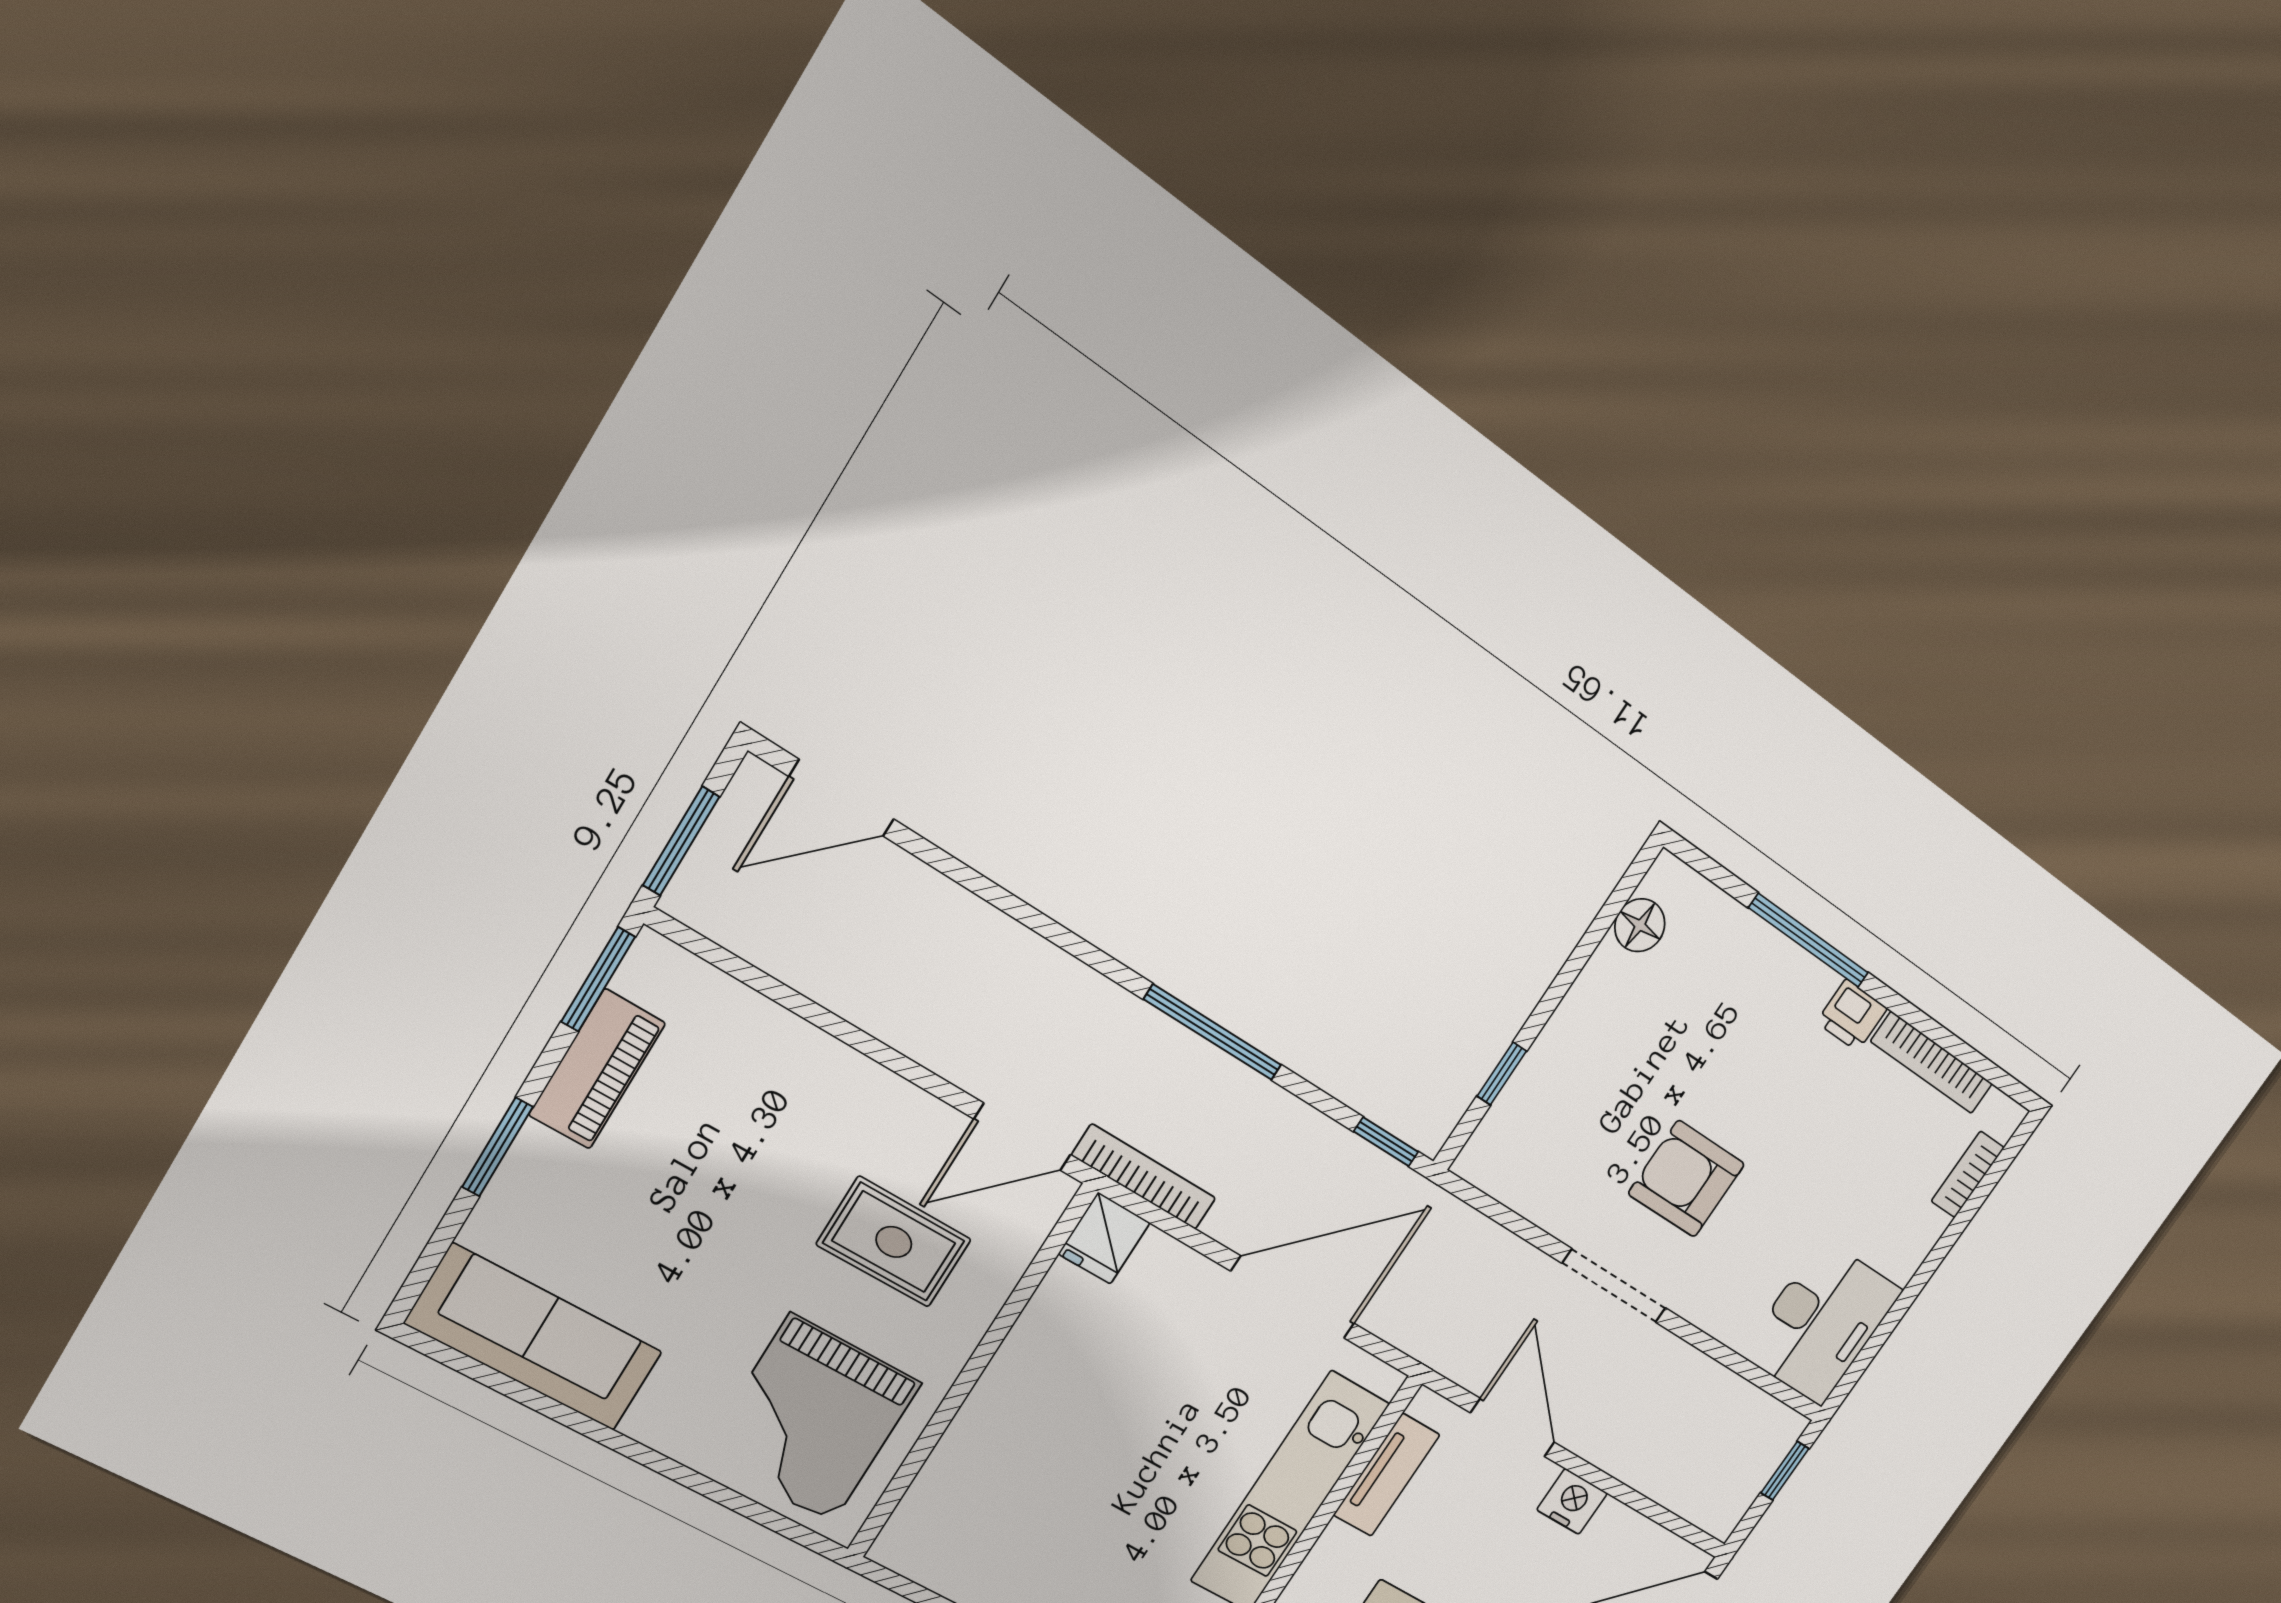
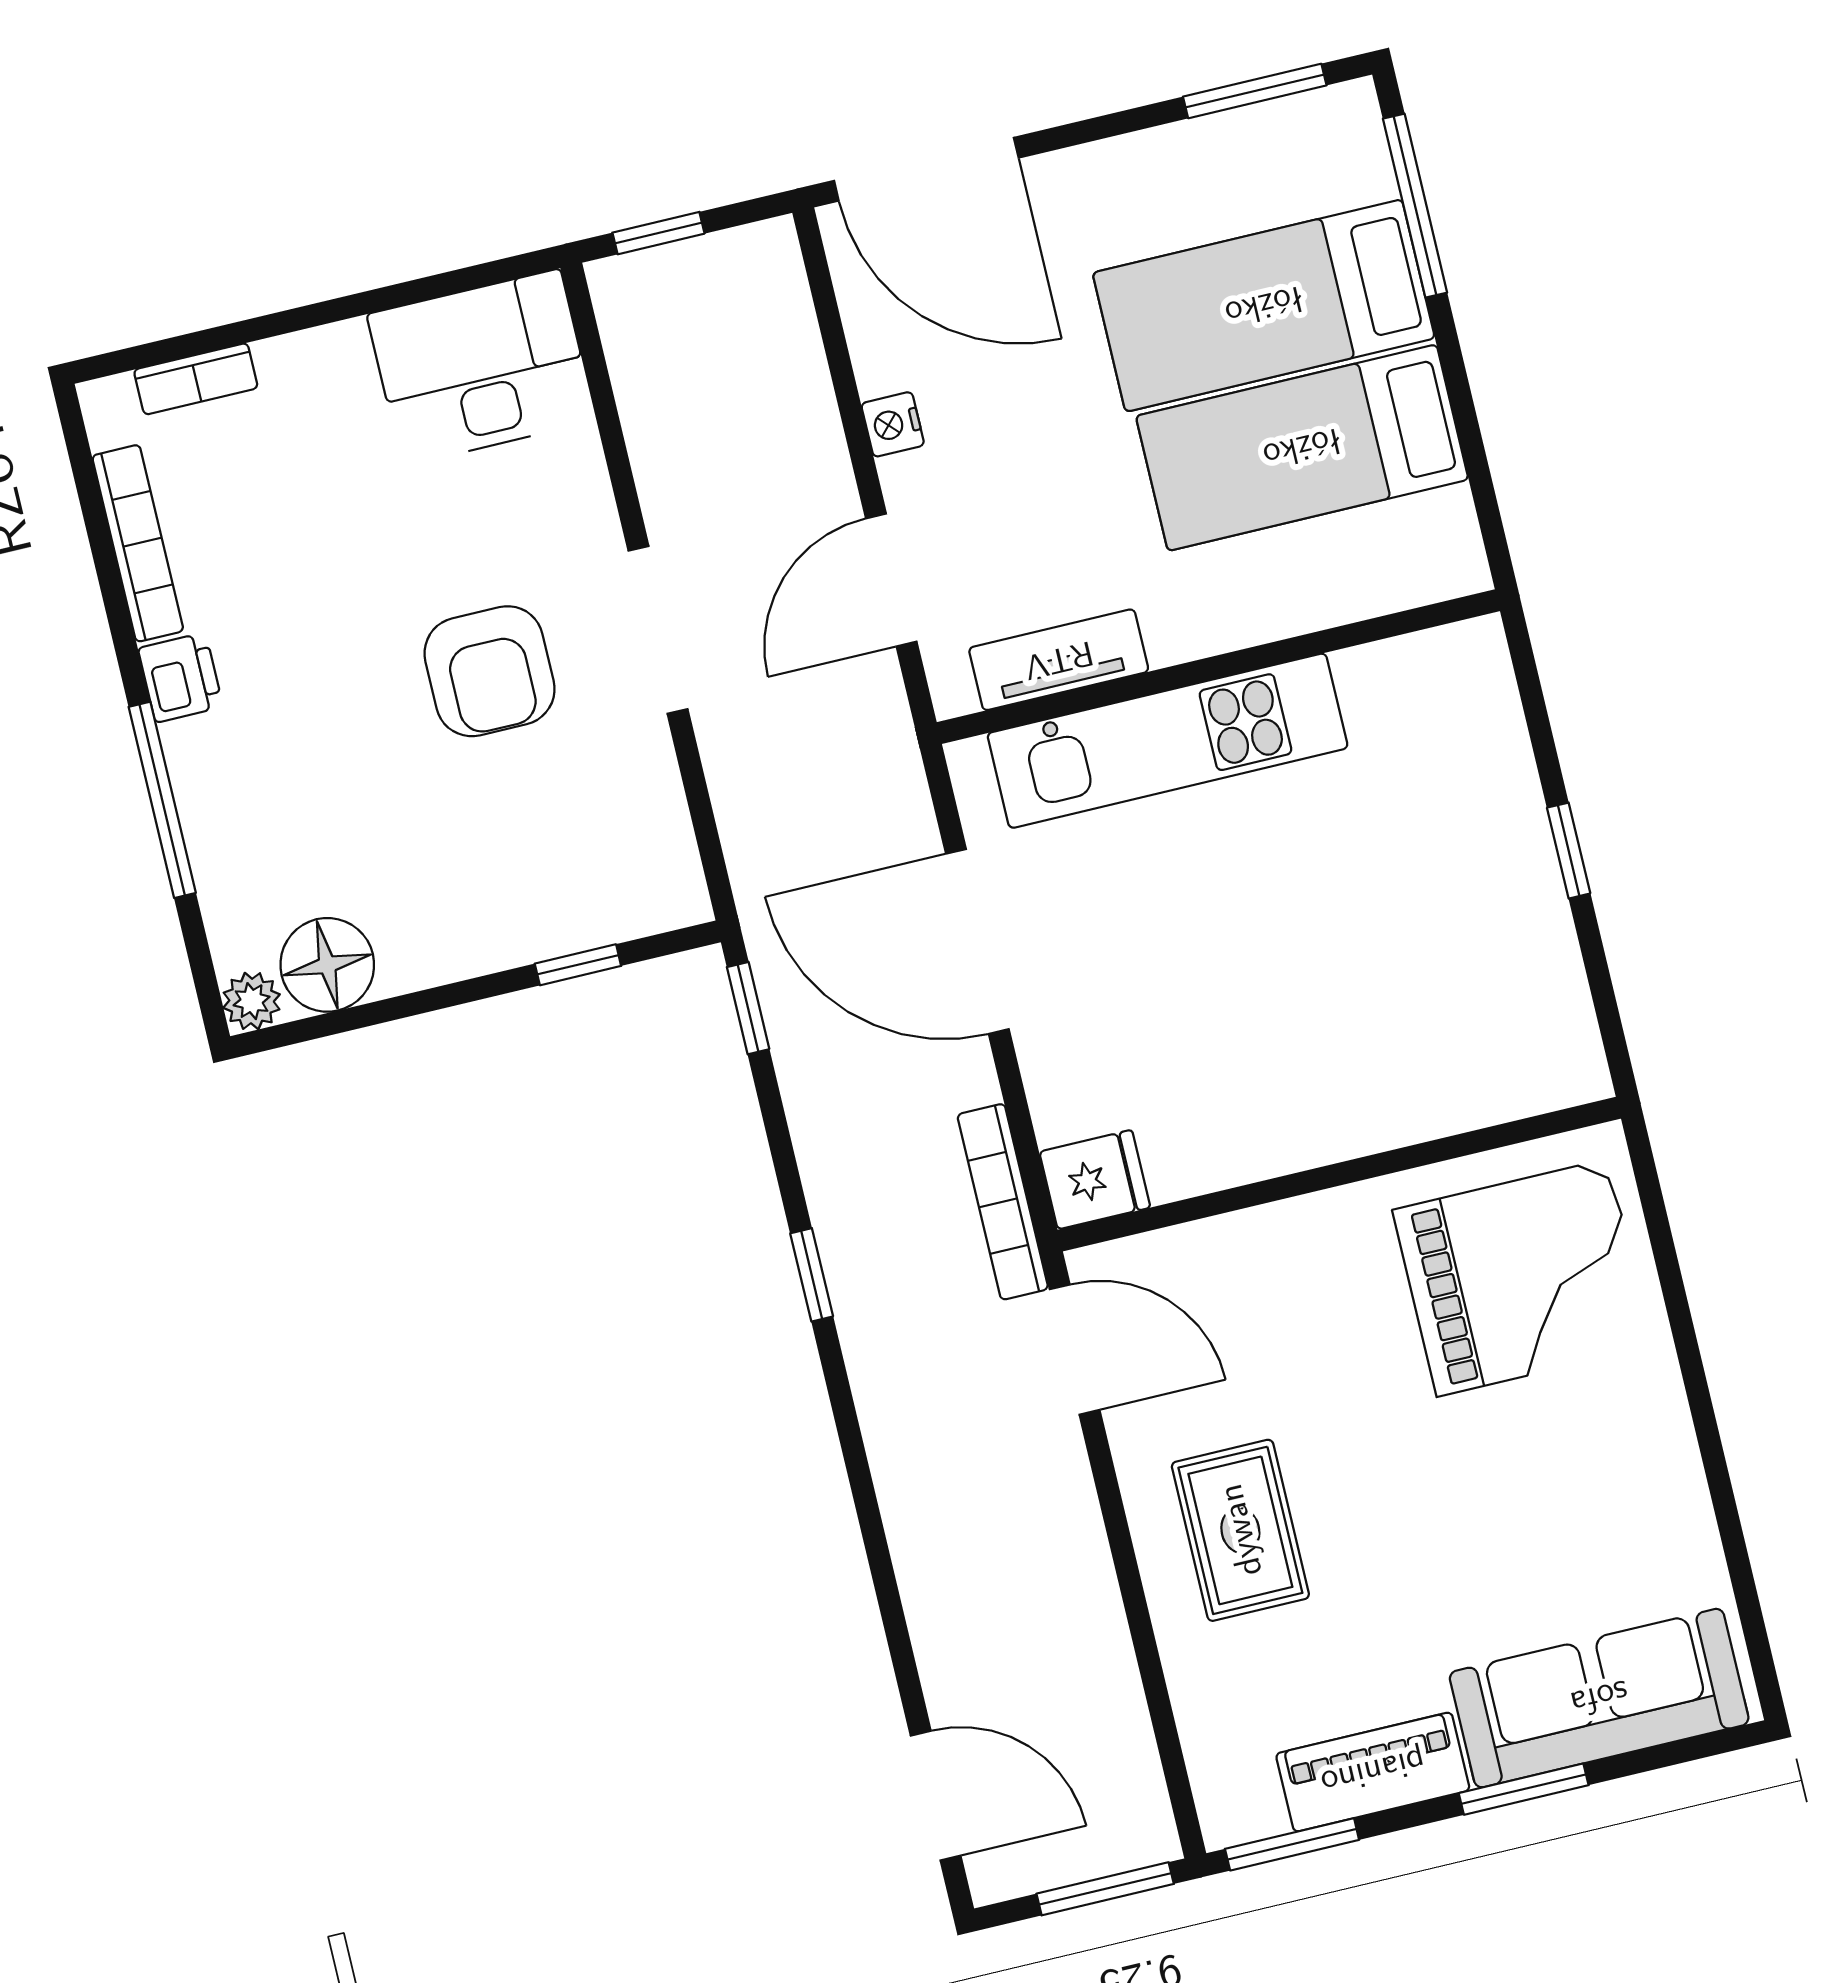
plant: (1667, 878) -> (252, 1001), added
floor lamp: (1640, 925) -> (327, 965), width x1.38, depth x1.38
window: (1213, 1032) -> (812, 1275), width x0.46
rug: (894, 1242) -> (1240, 1530), moved
sofa: (534, 1338) -> (1599, 1698), moved, turned 90
nightstand: (1572, 1501) -> (893, 424), width x0.72, depth x0.74

